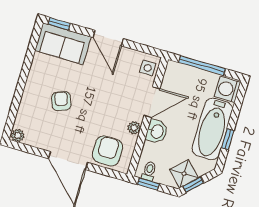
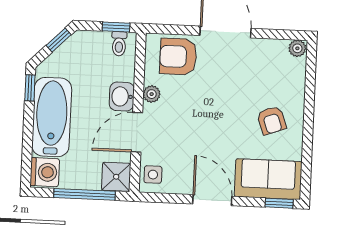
armchair: (61, 101) -> (272, 120), moved
window: (228, 139) -> (30, 88), moved
armchair: (108, 151) -> (178, 57), turned 90
shower: (184, 174) -> (116, 177), moved, turned 45

